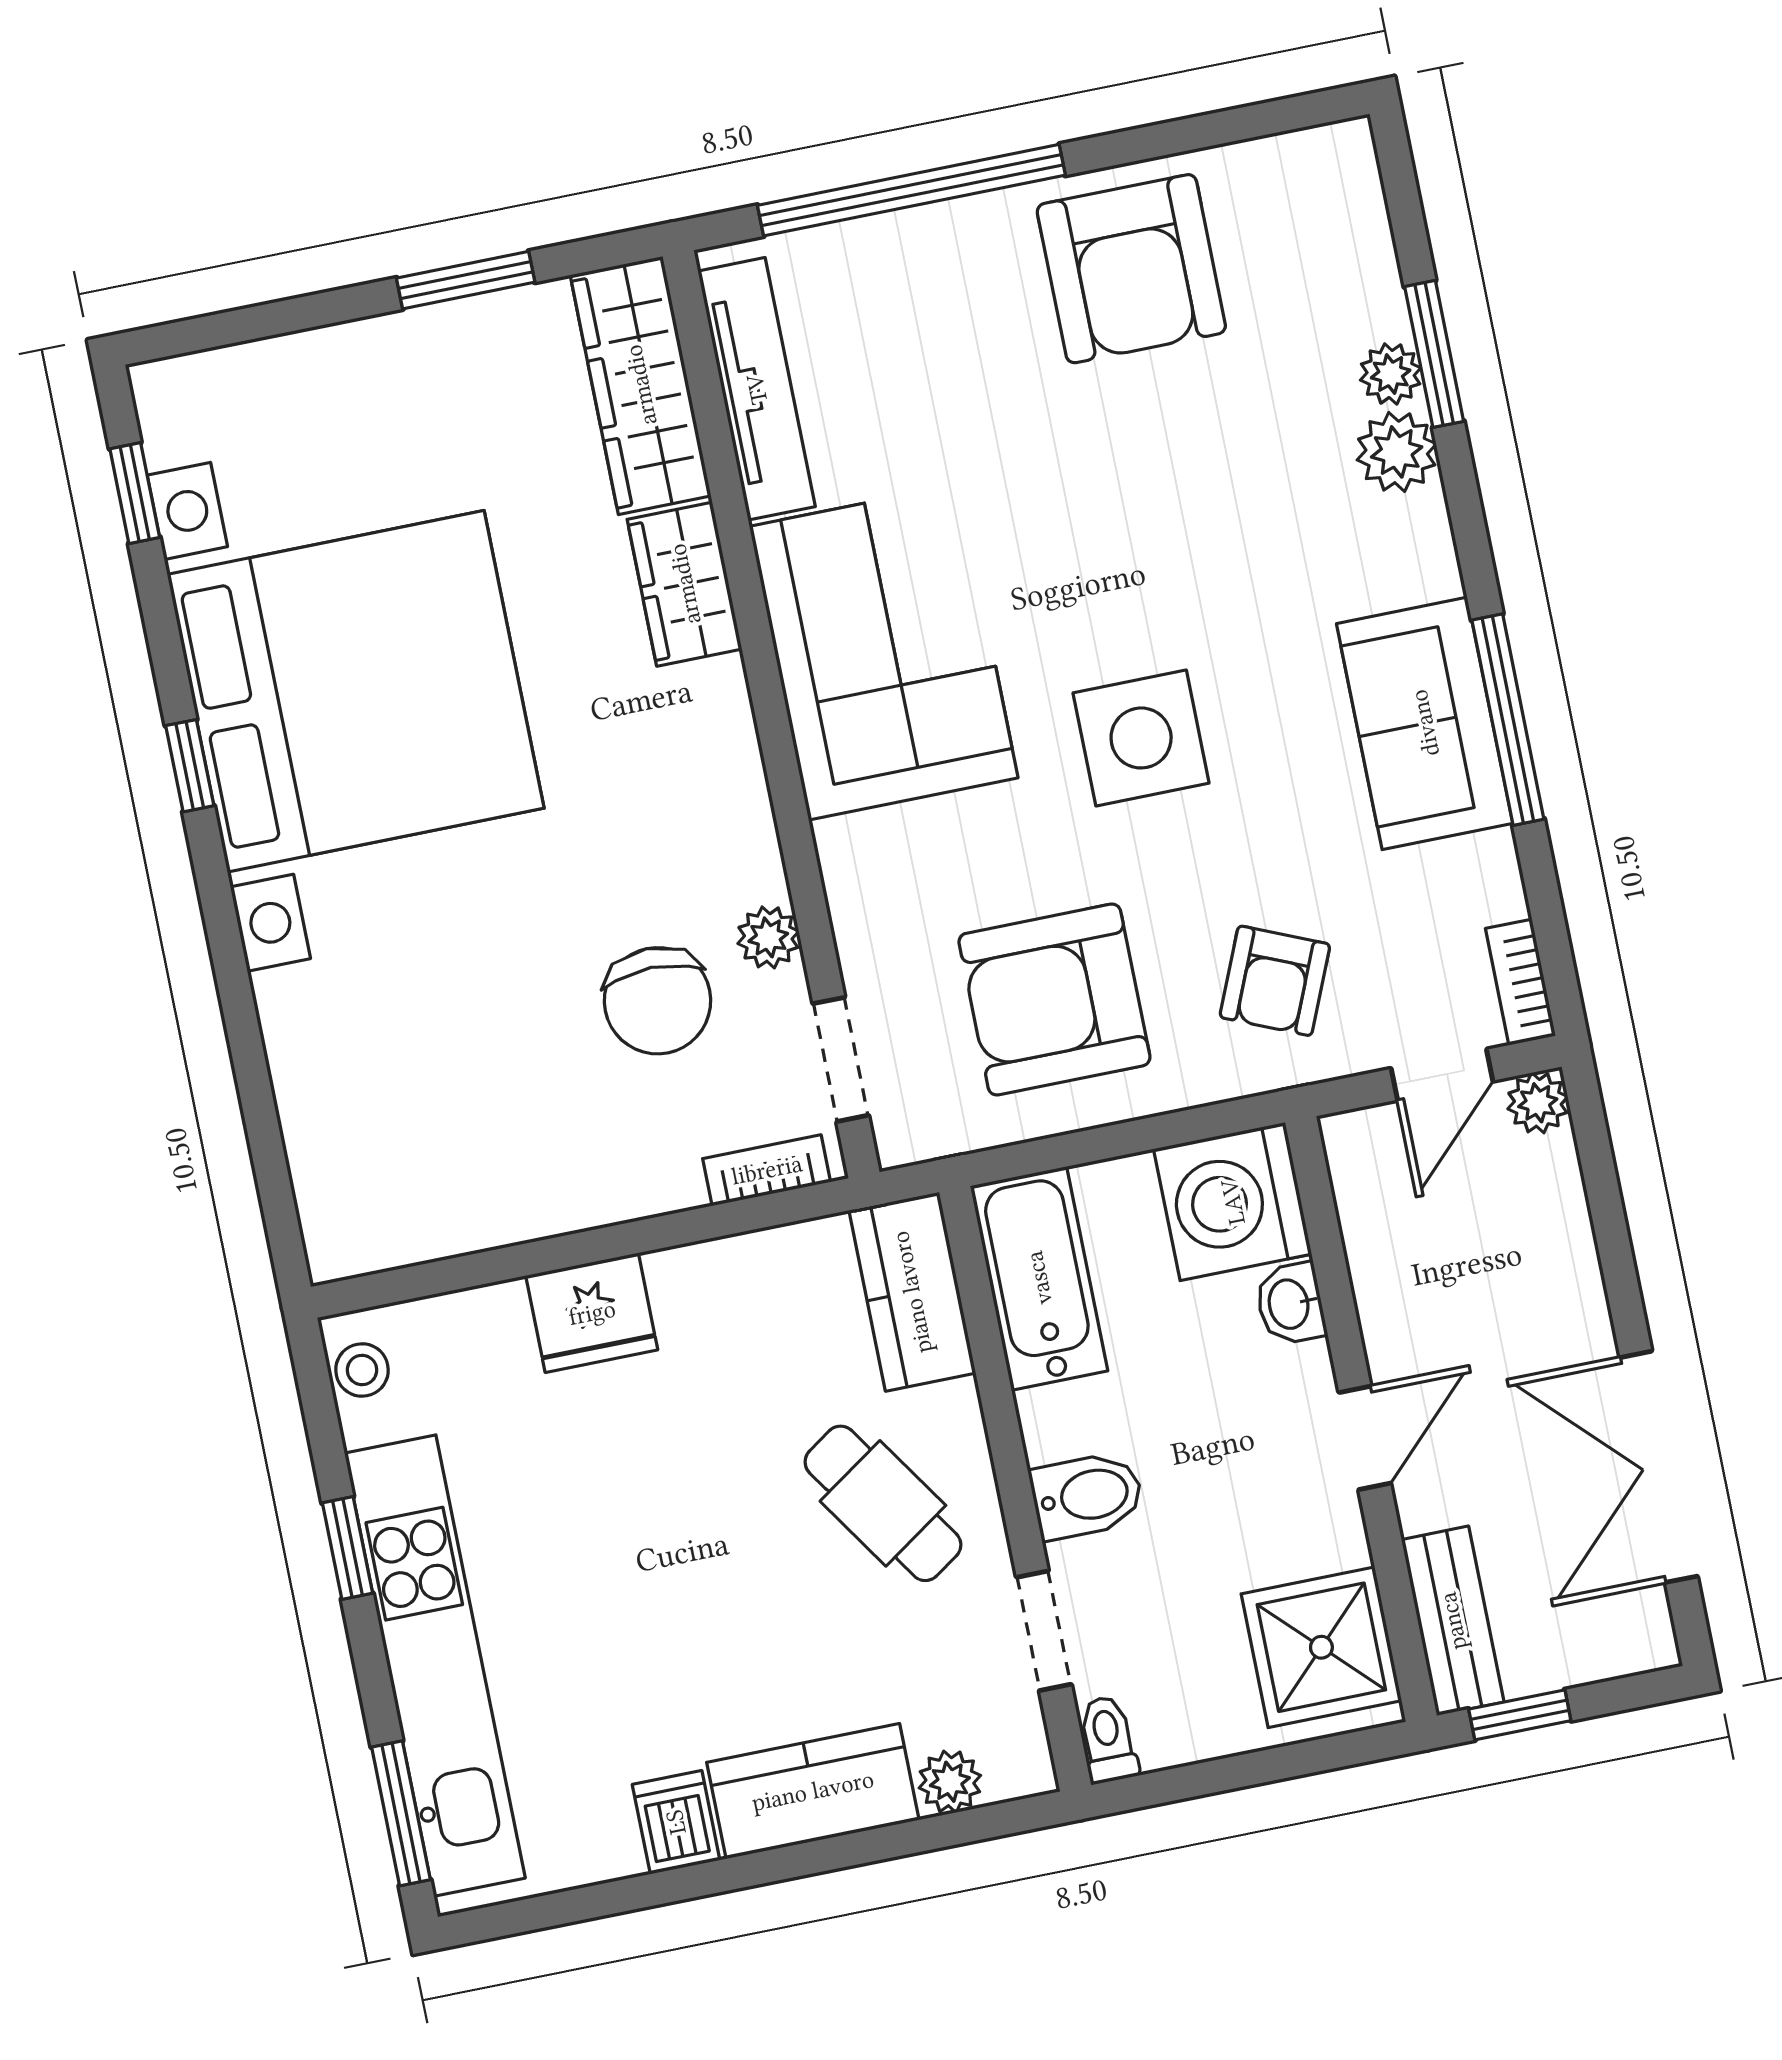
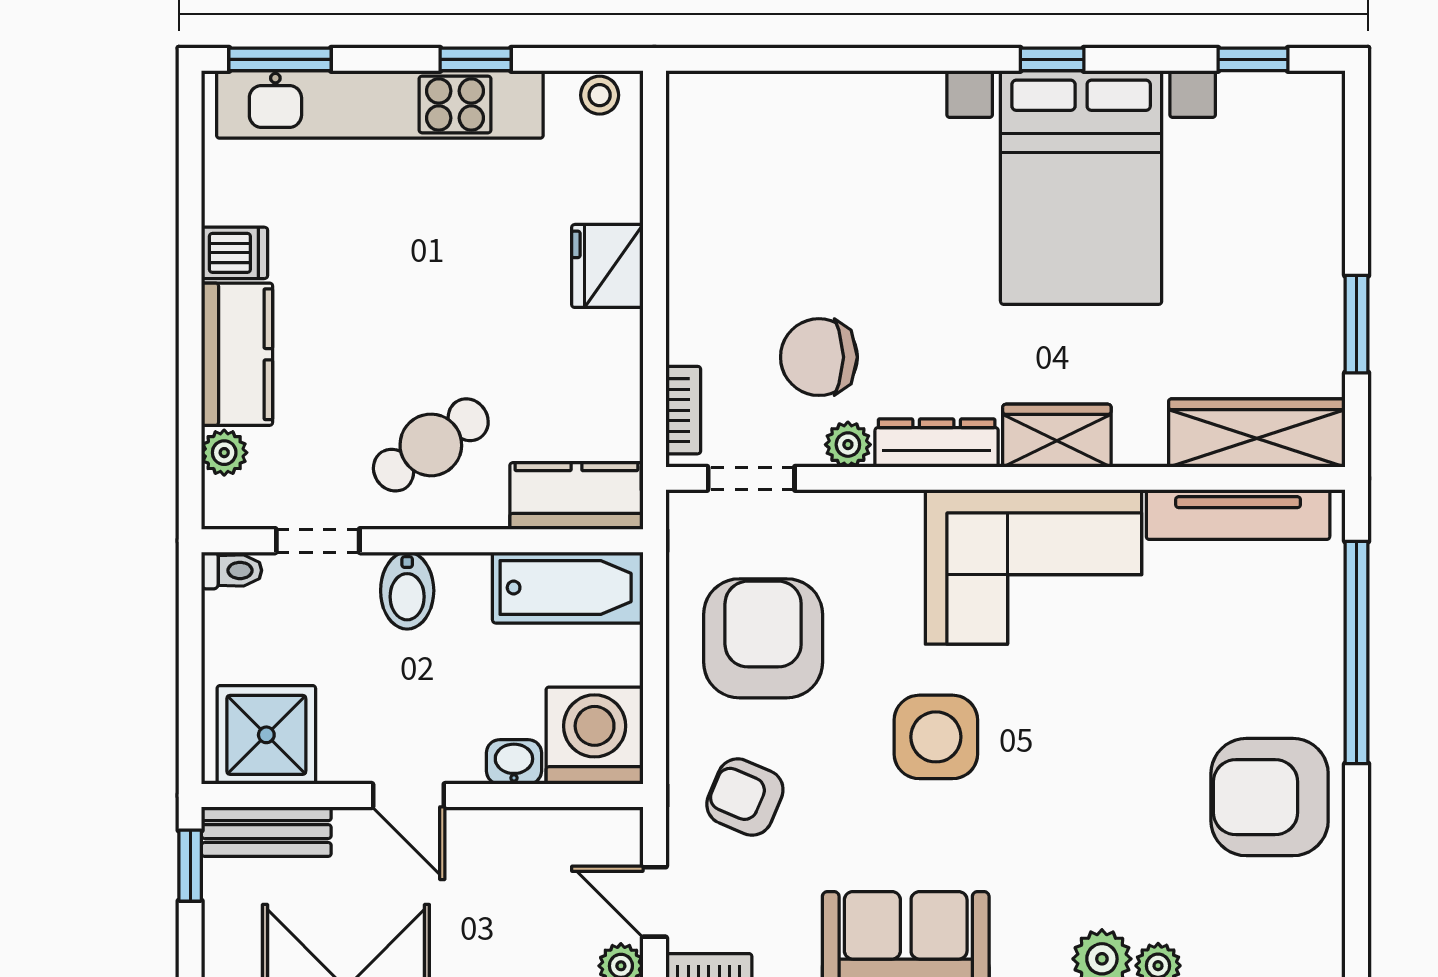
wardrobe: (685, 584) -> (1057, 436), moved
bed with nightstands: (356, 691) -> (1081, 188), width x0.73
dresser: (742, 818) -> (937, 443), added

